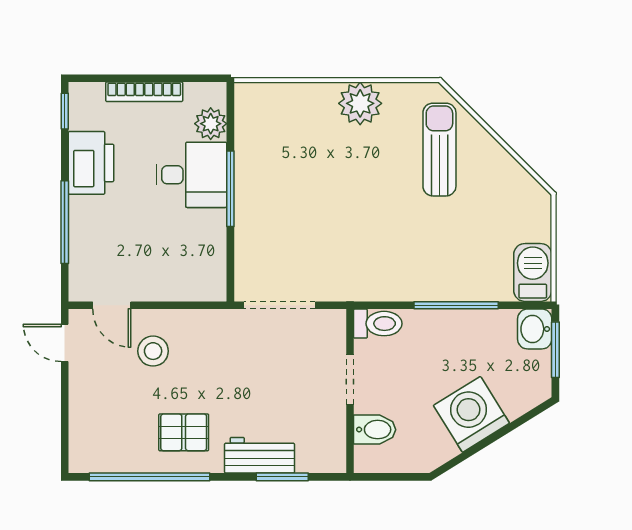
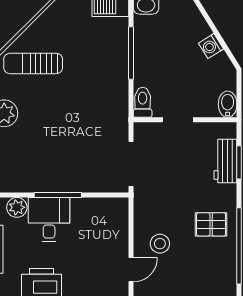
washing machine: (471, 414) -> (211, 46), width x0.53, depth x0.53
bidet: (375, 430) -> (228, 104), moved
pallet: (184, 432) -> (211, 224), turned 90
workbench: (259, 455) -> (225, 161), moved

